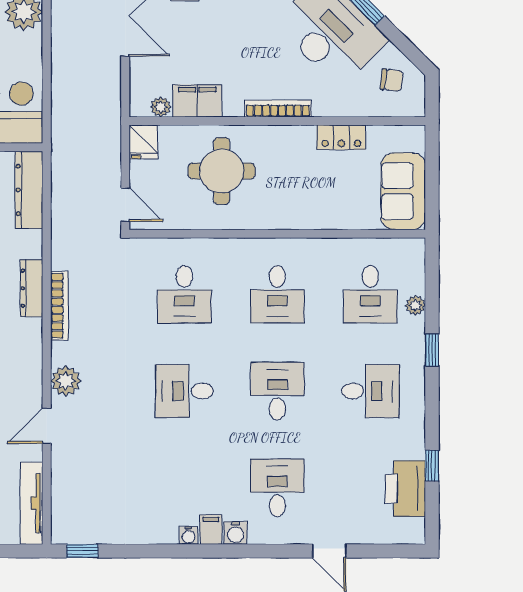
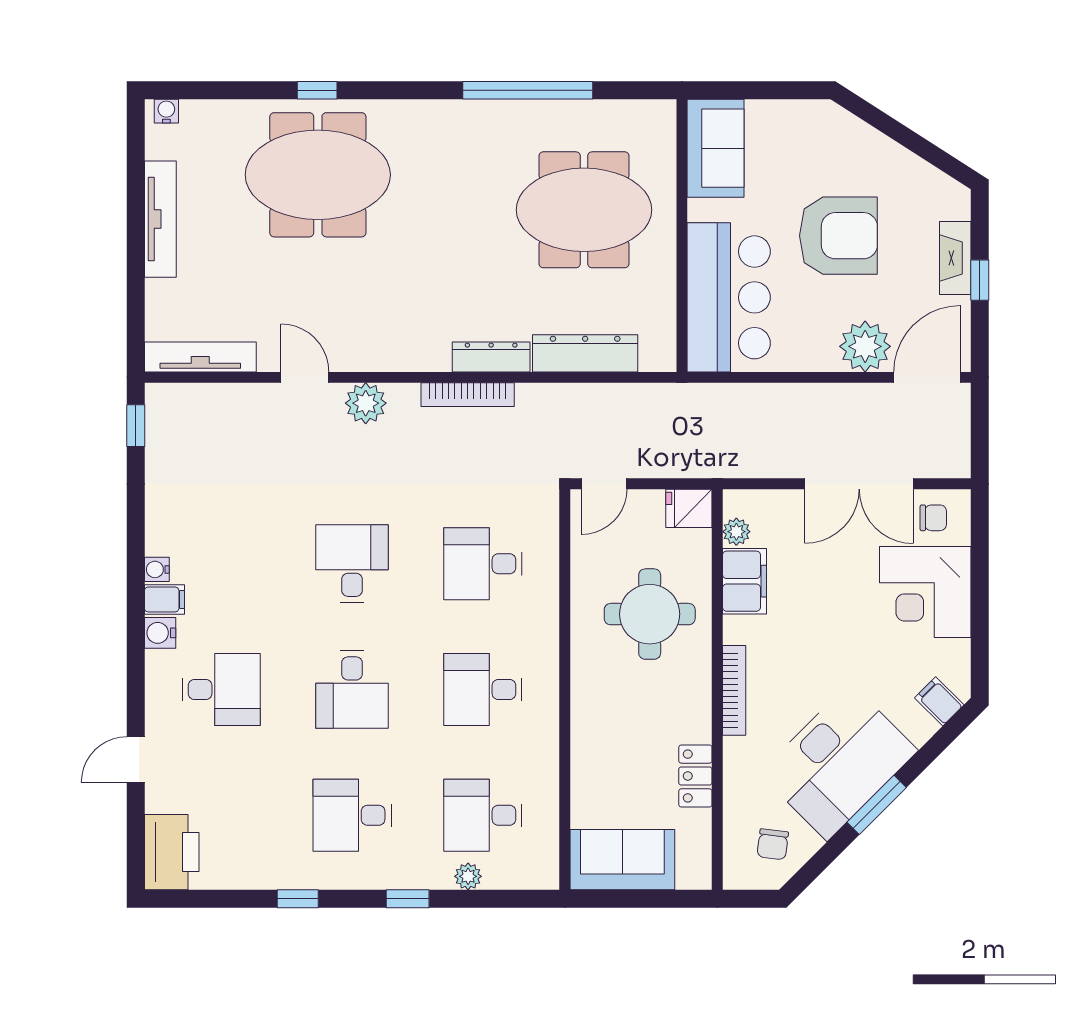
dresser: (29, 190) -> (585, 353), moved
desk: (277, 391) -> (352, 689), turned 90
desk: (370, 391) -> (352, 815), turned 90
window: (432, 466) -> (298, 899), moved
printer: (405, 489) -> (172, 852), moved, turned 90

